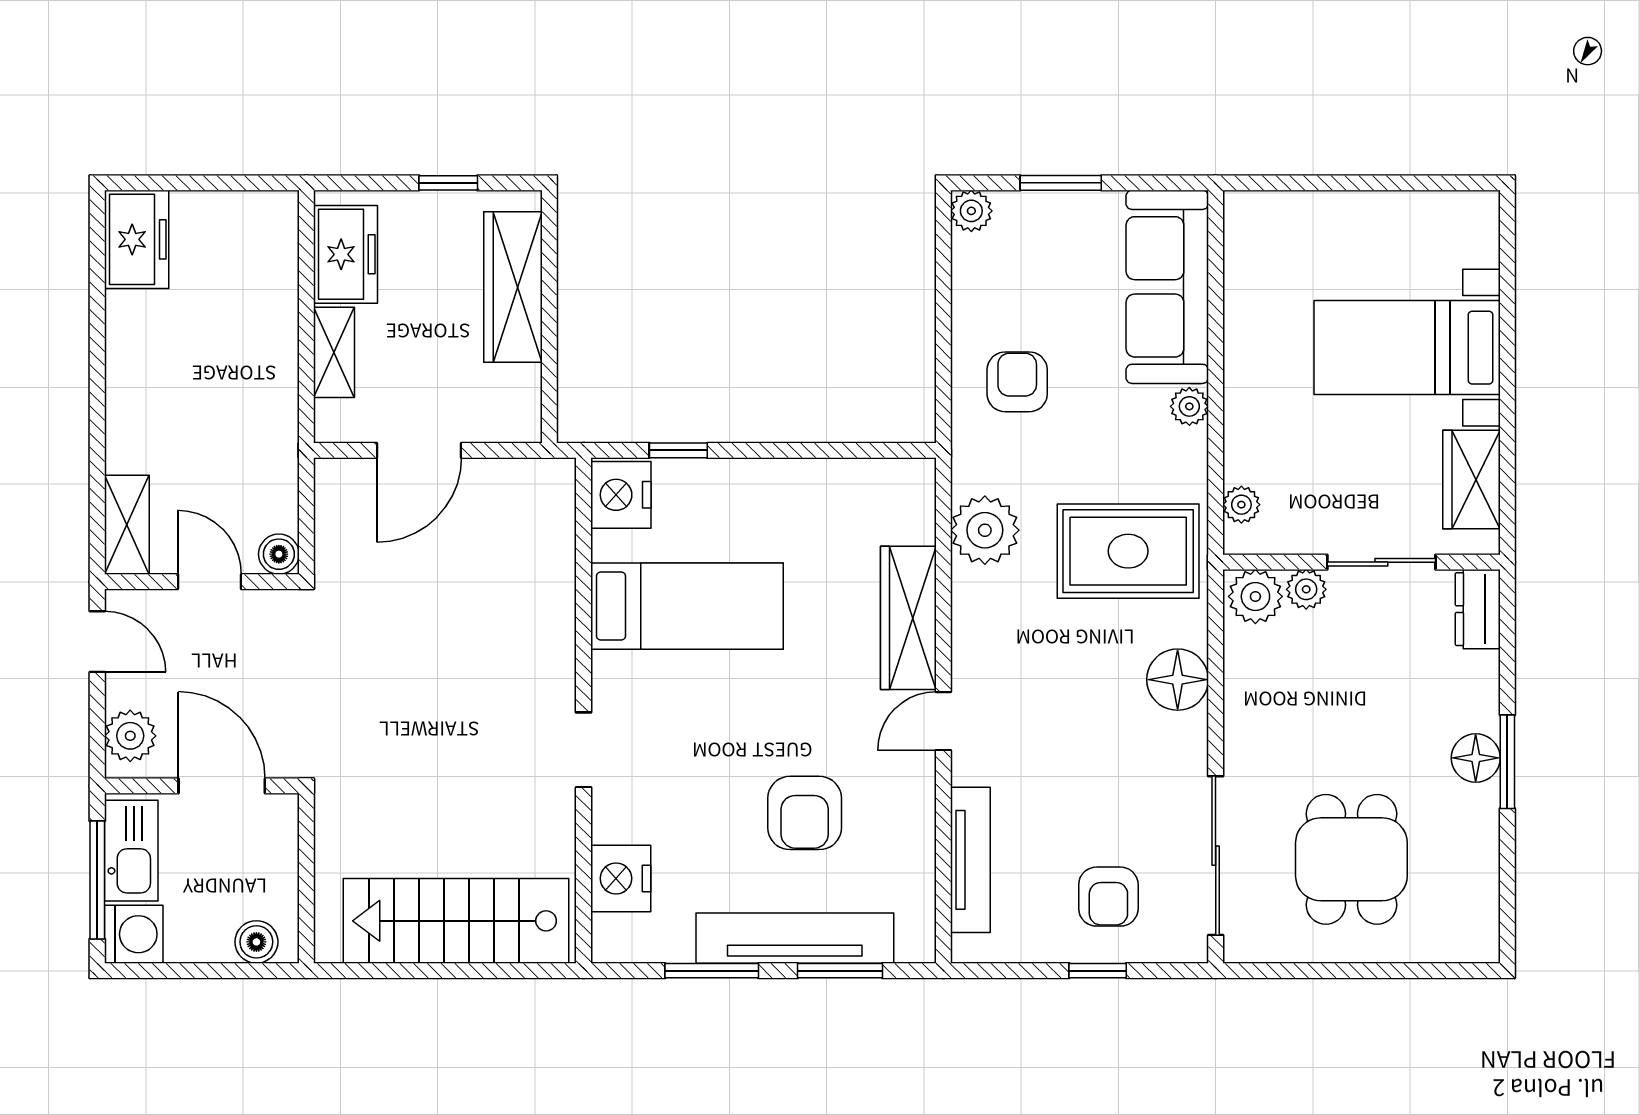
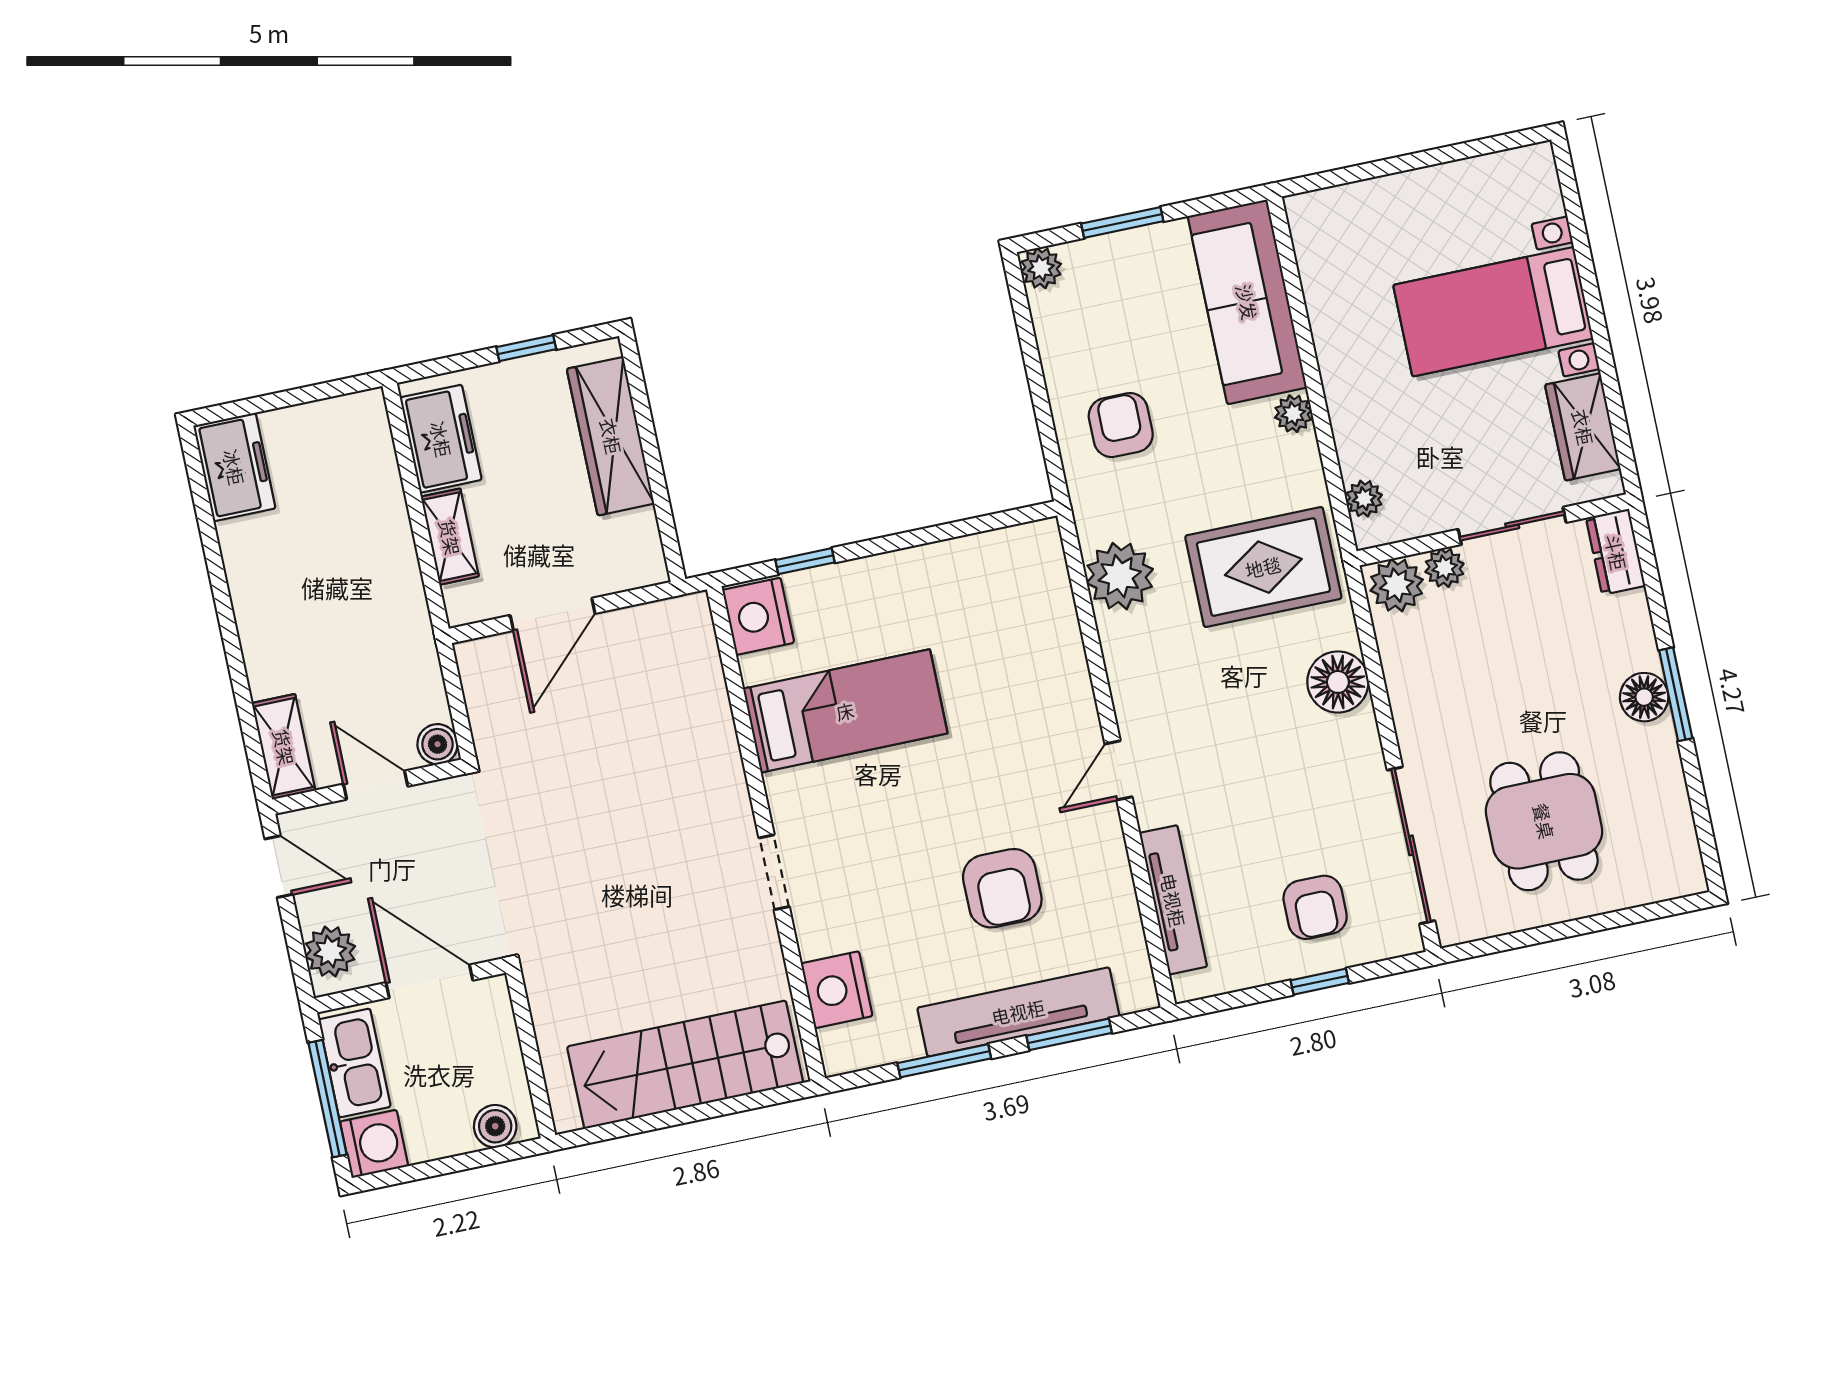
wardrobe: (908, 618) -> (1063, 677), removed

